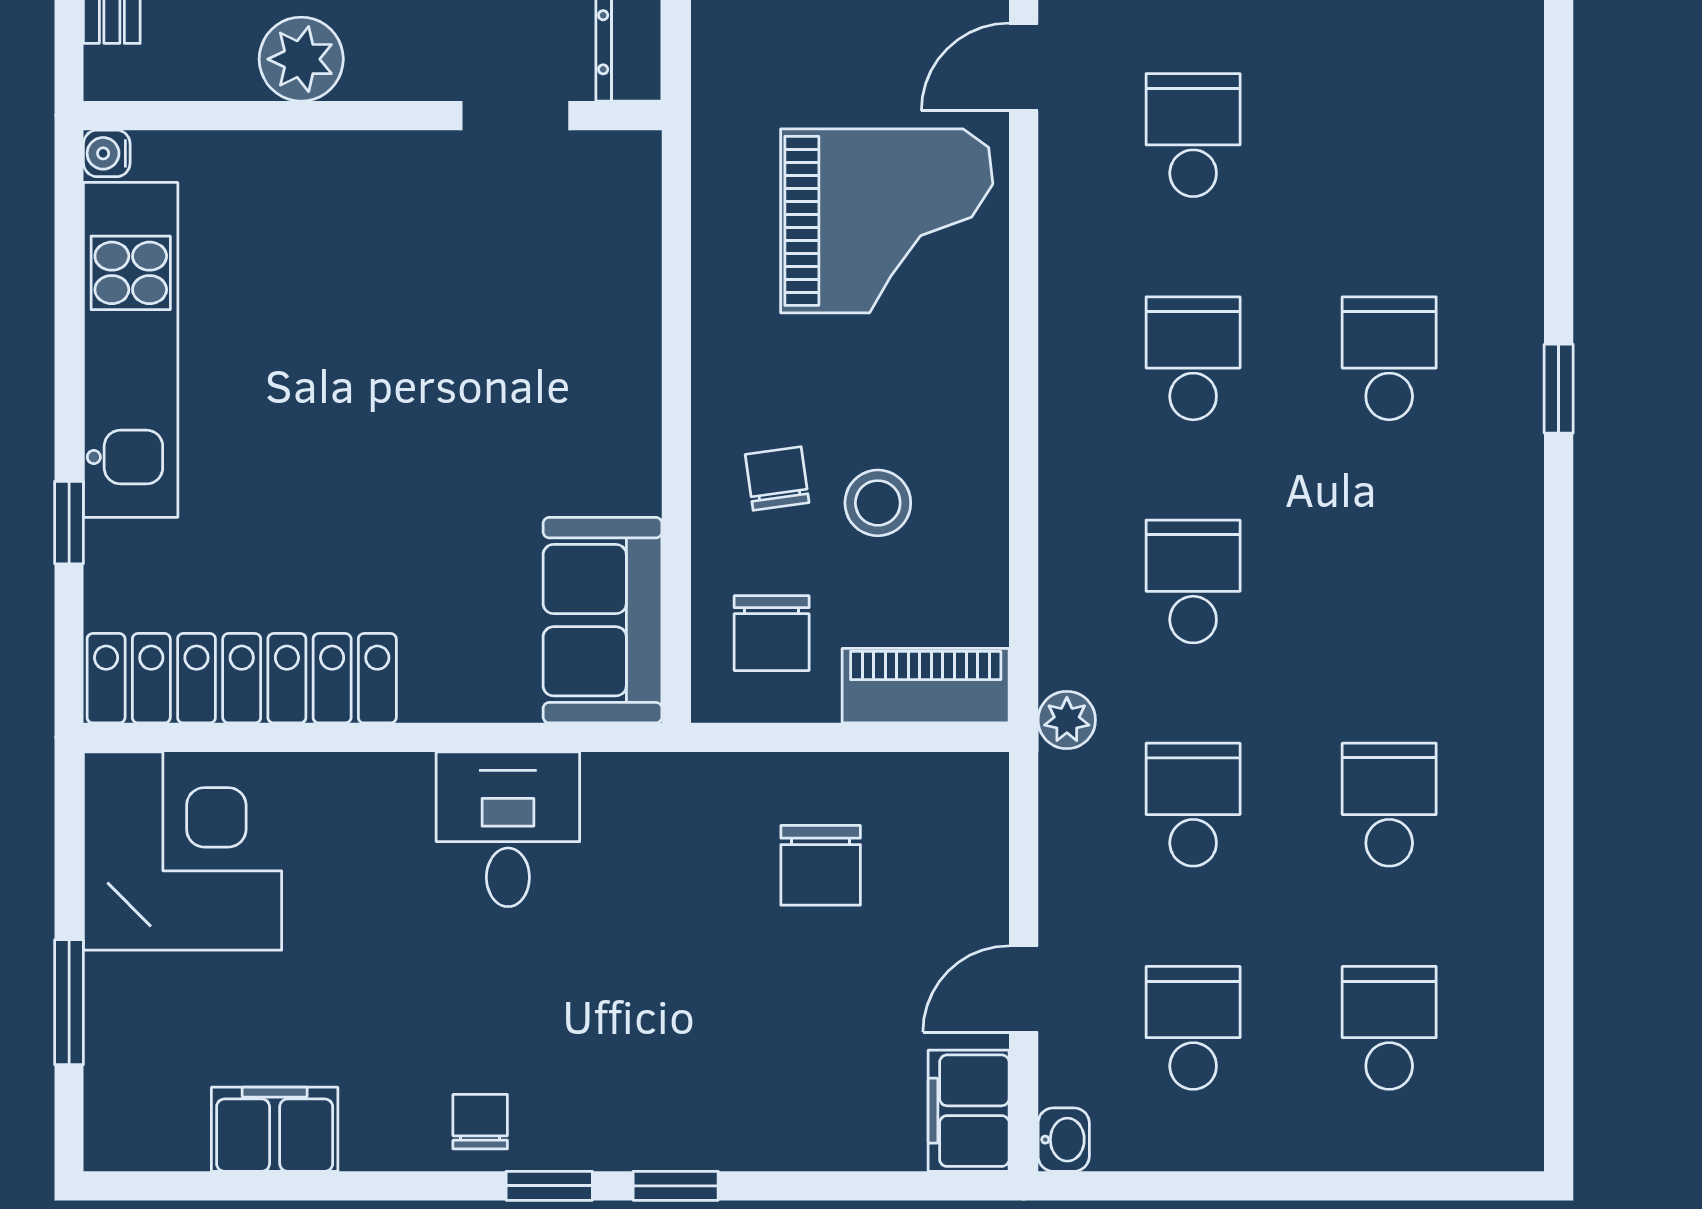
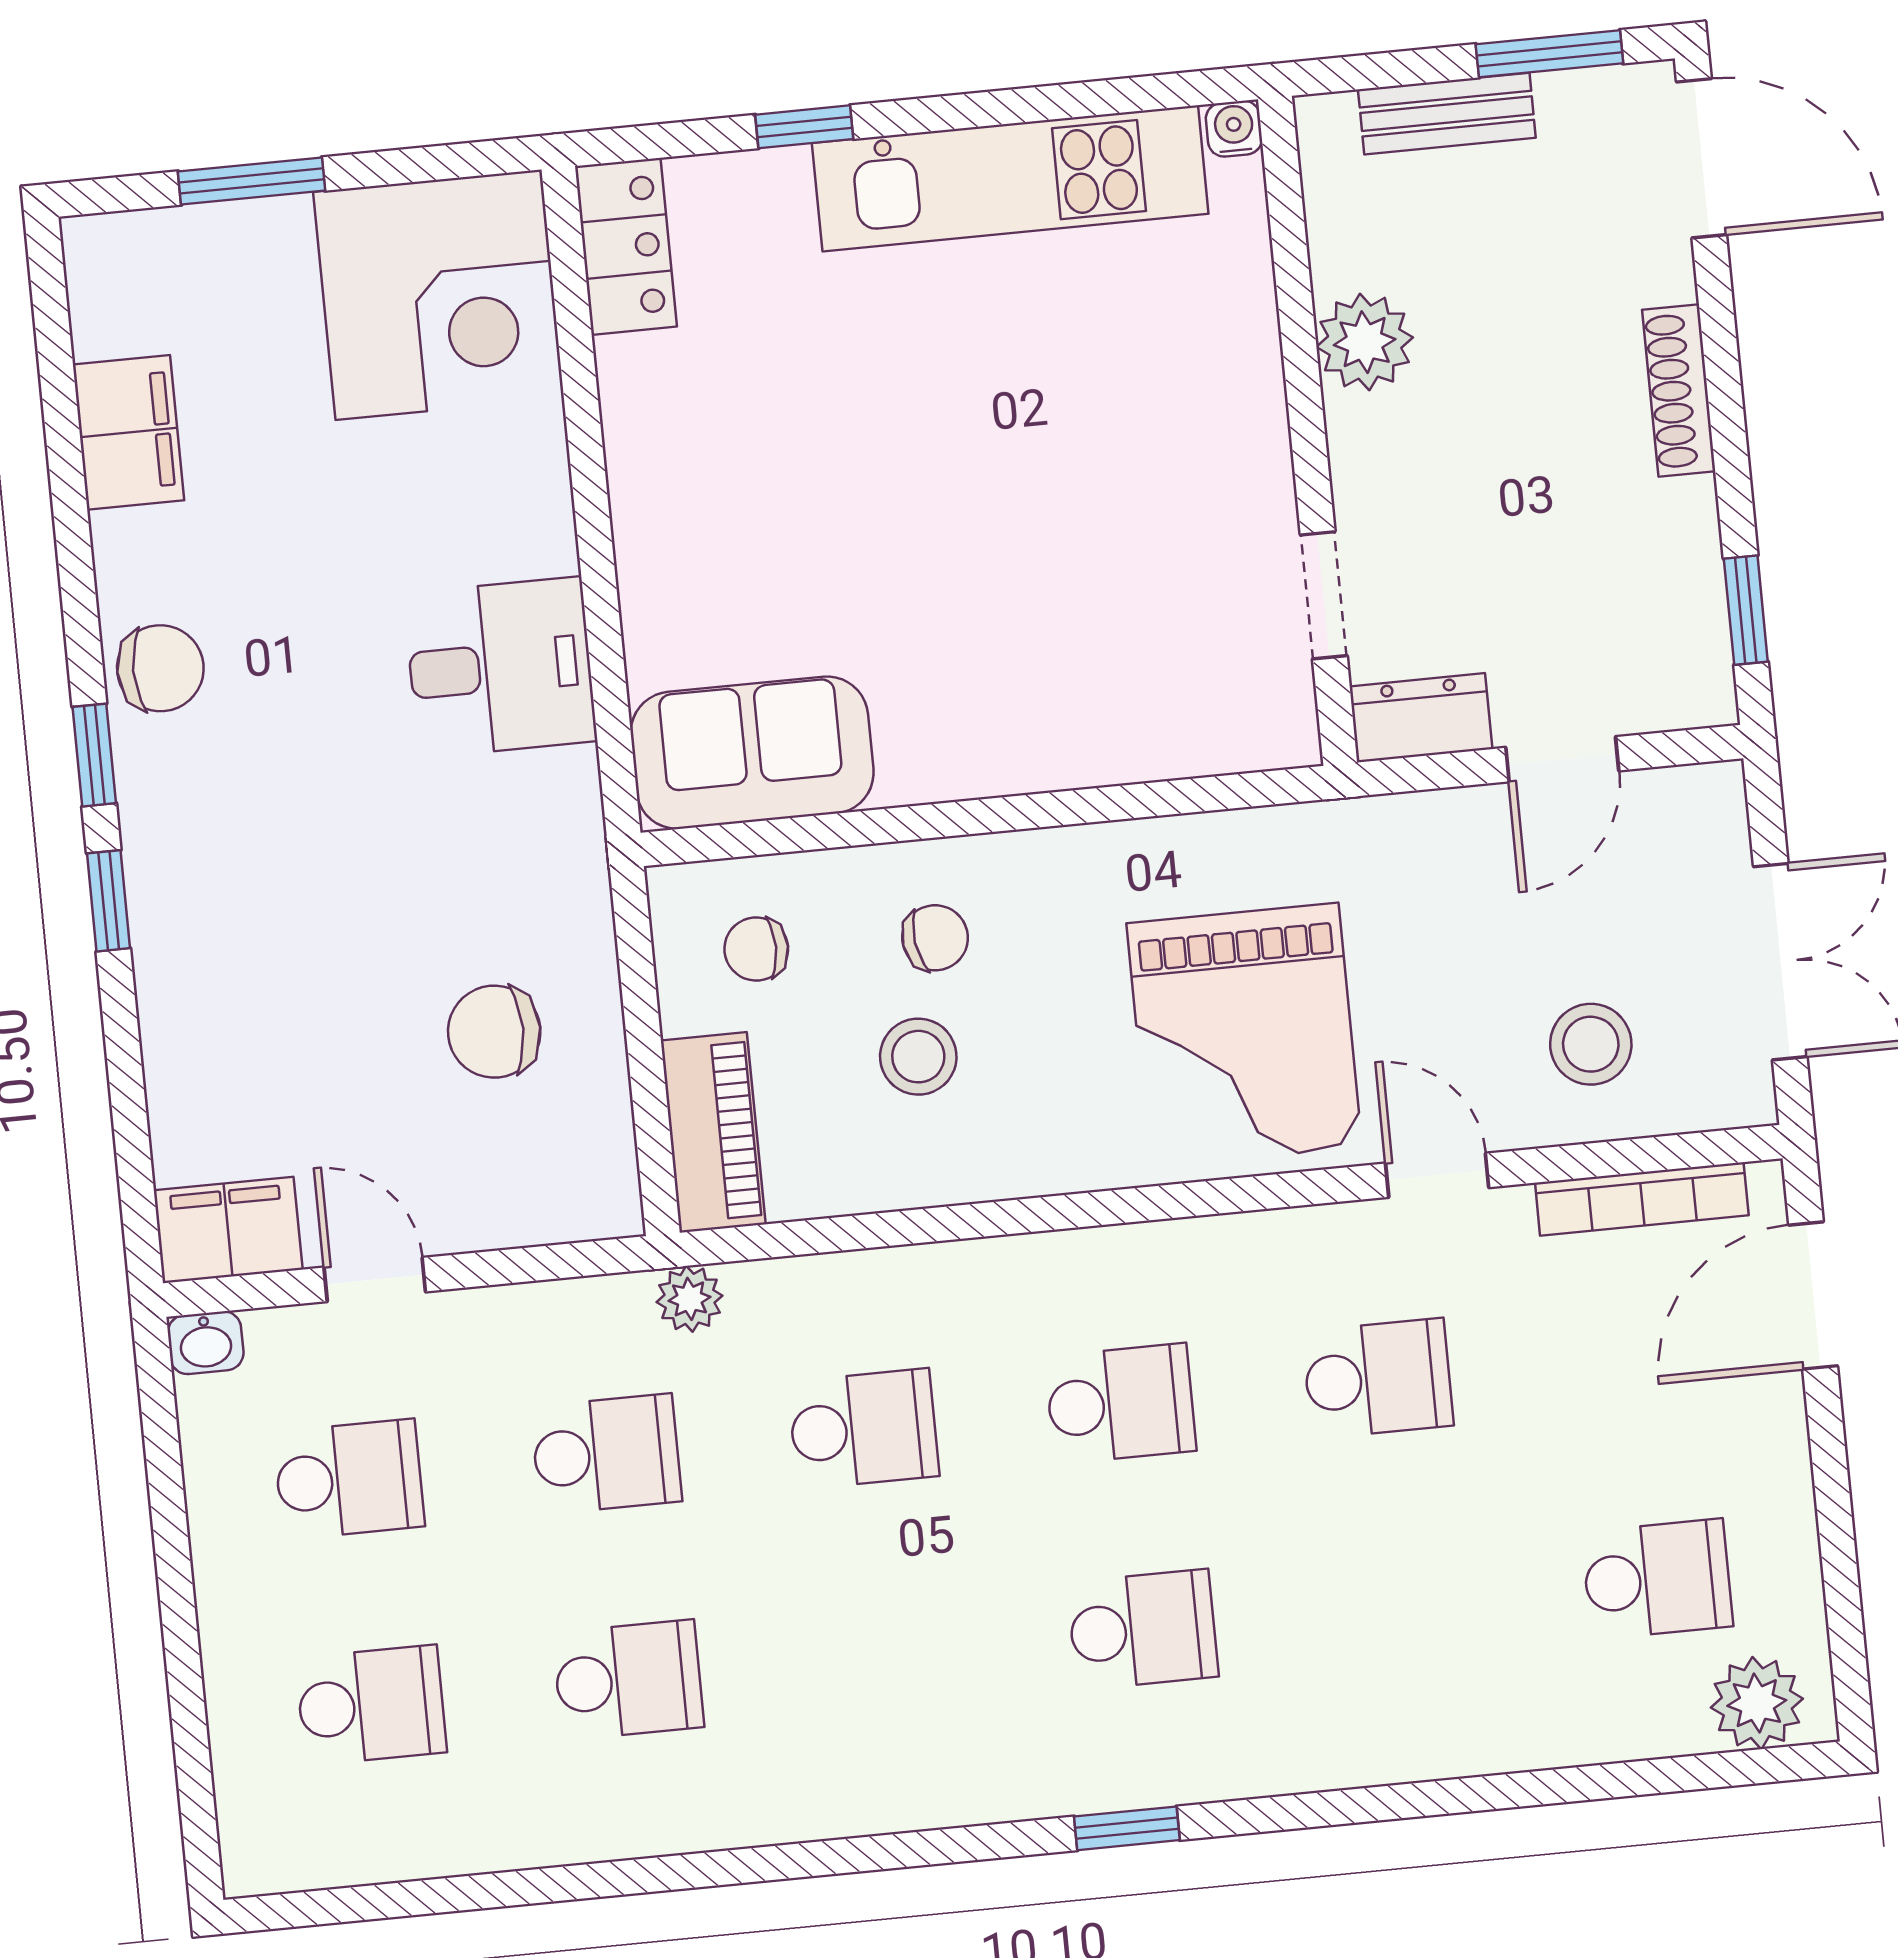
chair: (772, 633) -> (756, 949), width x0.73, depth x0.73
locker: (242, 678) -> (626, 246), width x0.46, depth x0.83
chair: (480, 1122) -> (160, 668), width x1.37, depth x1.37

